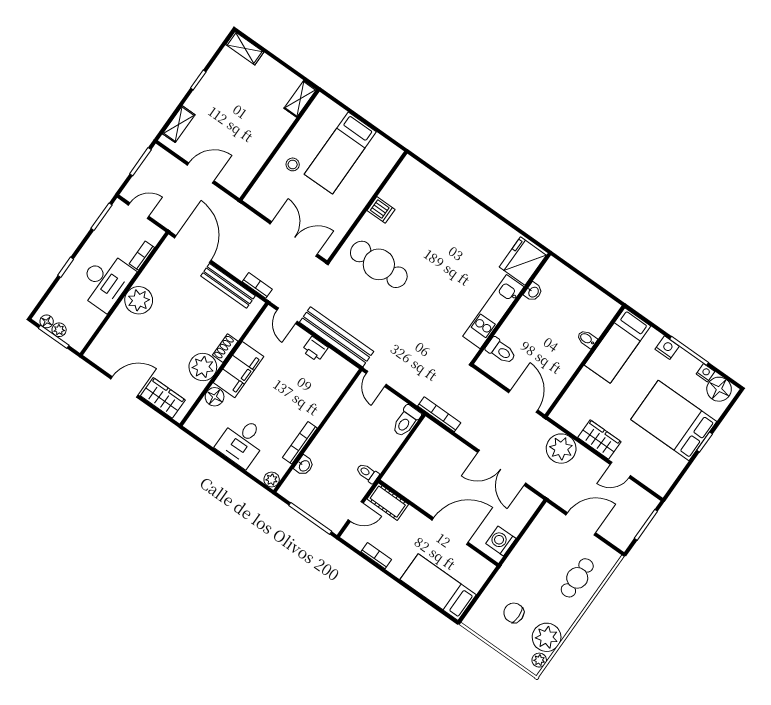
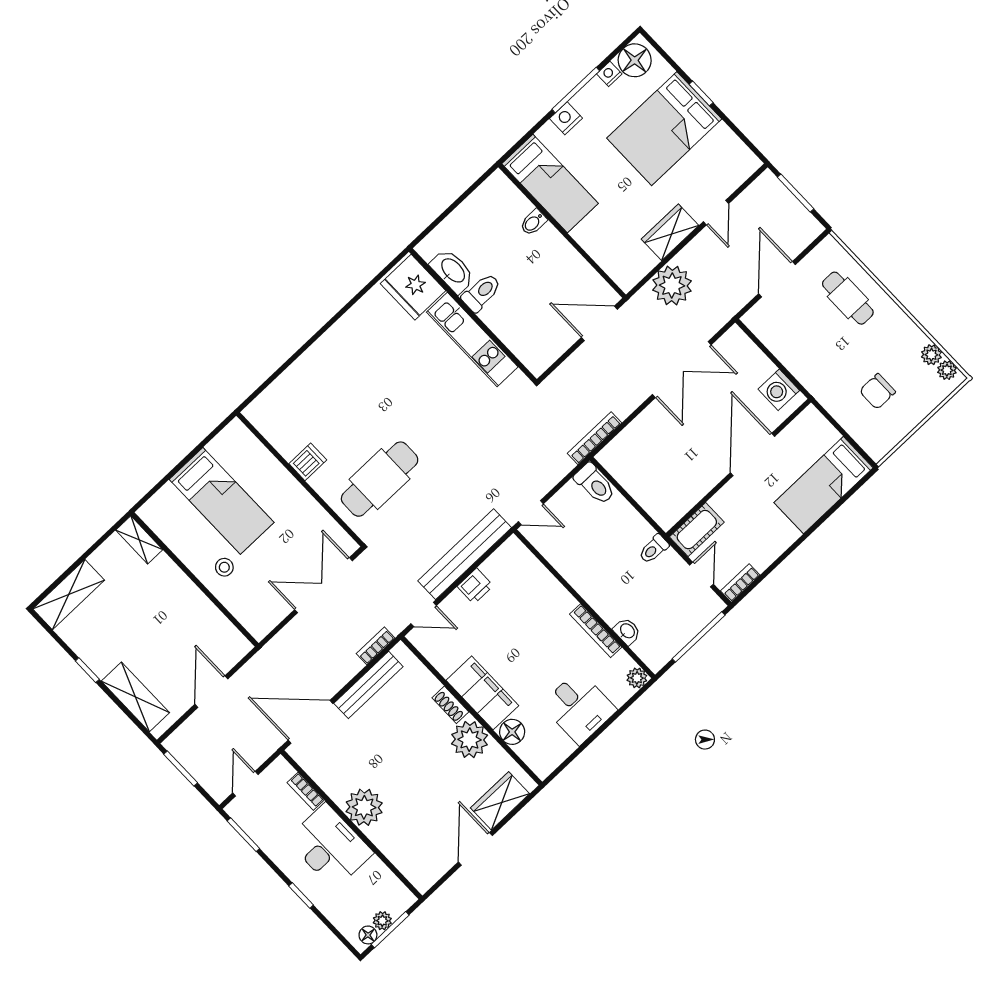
shelving: (245, 48) -> (69, 595), width x1.50, depth x1.33
shelving: (179, 124) -> (135, 697), width x1.50, depth x1.33
washbasin: (533, 292) -> (452, 271), width x1.91, depth x1.45
toilet: (501, 351) -> (481, 293), moved
bookcase: (376, 556) -> (740, 583), moved
plant: (547, 637) -> (931, 355), width x0.53, depth x0.53

